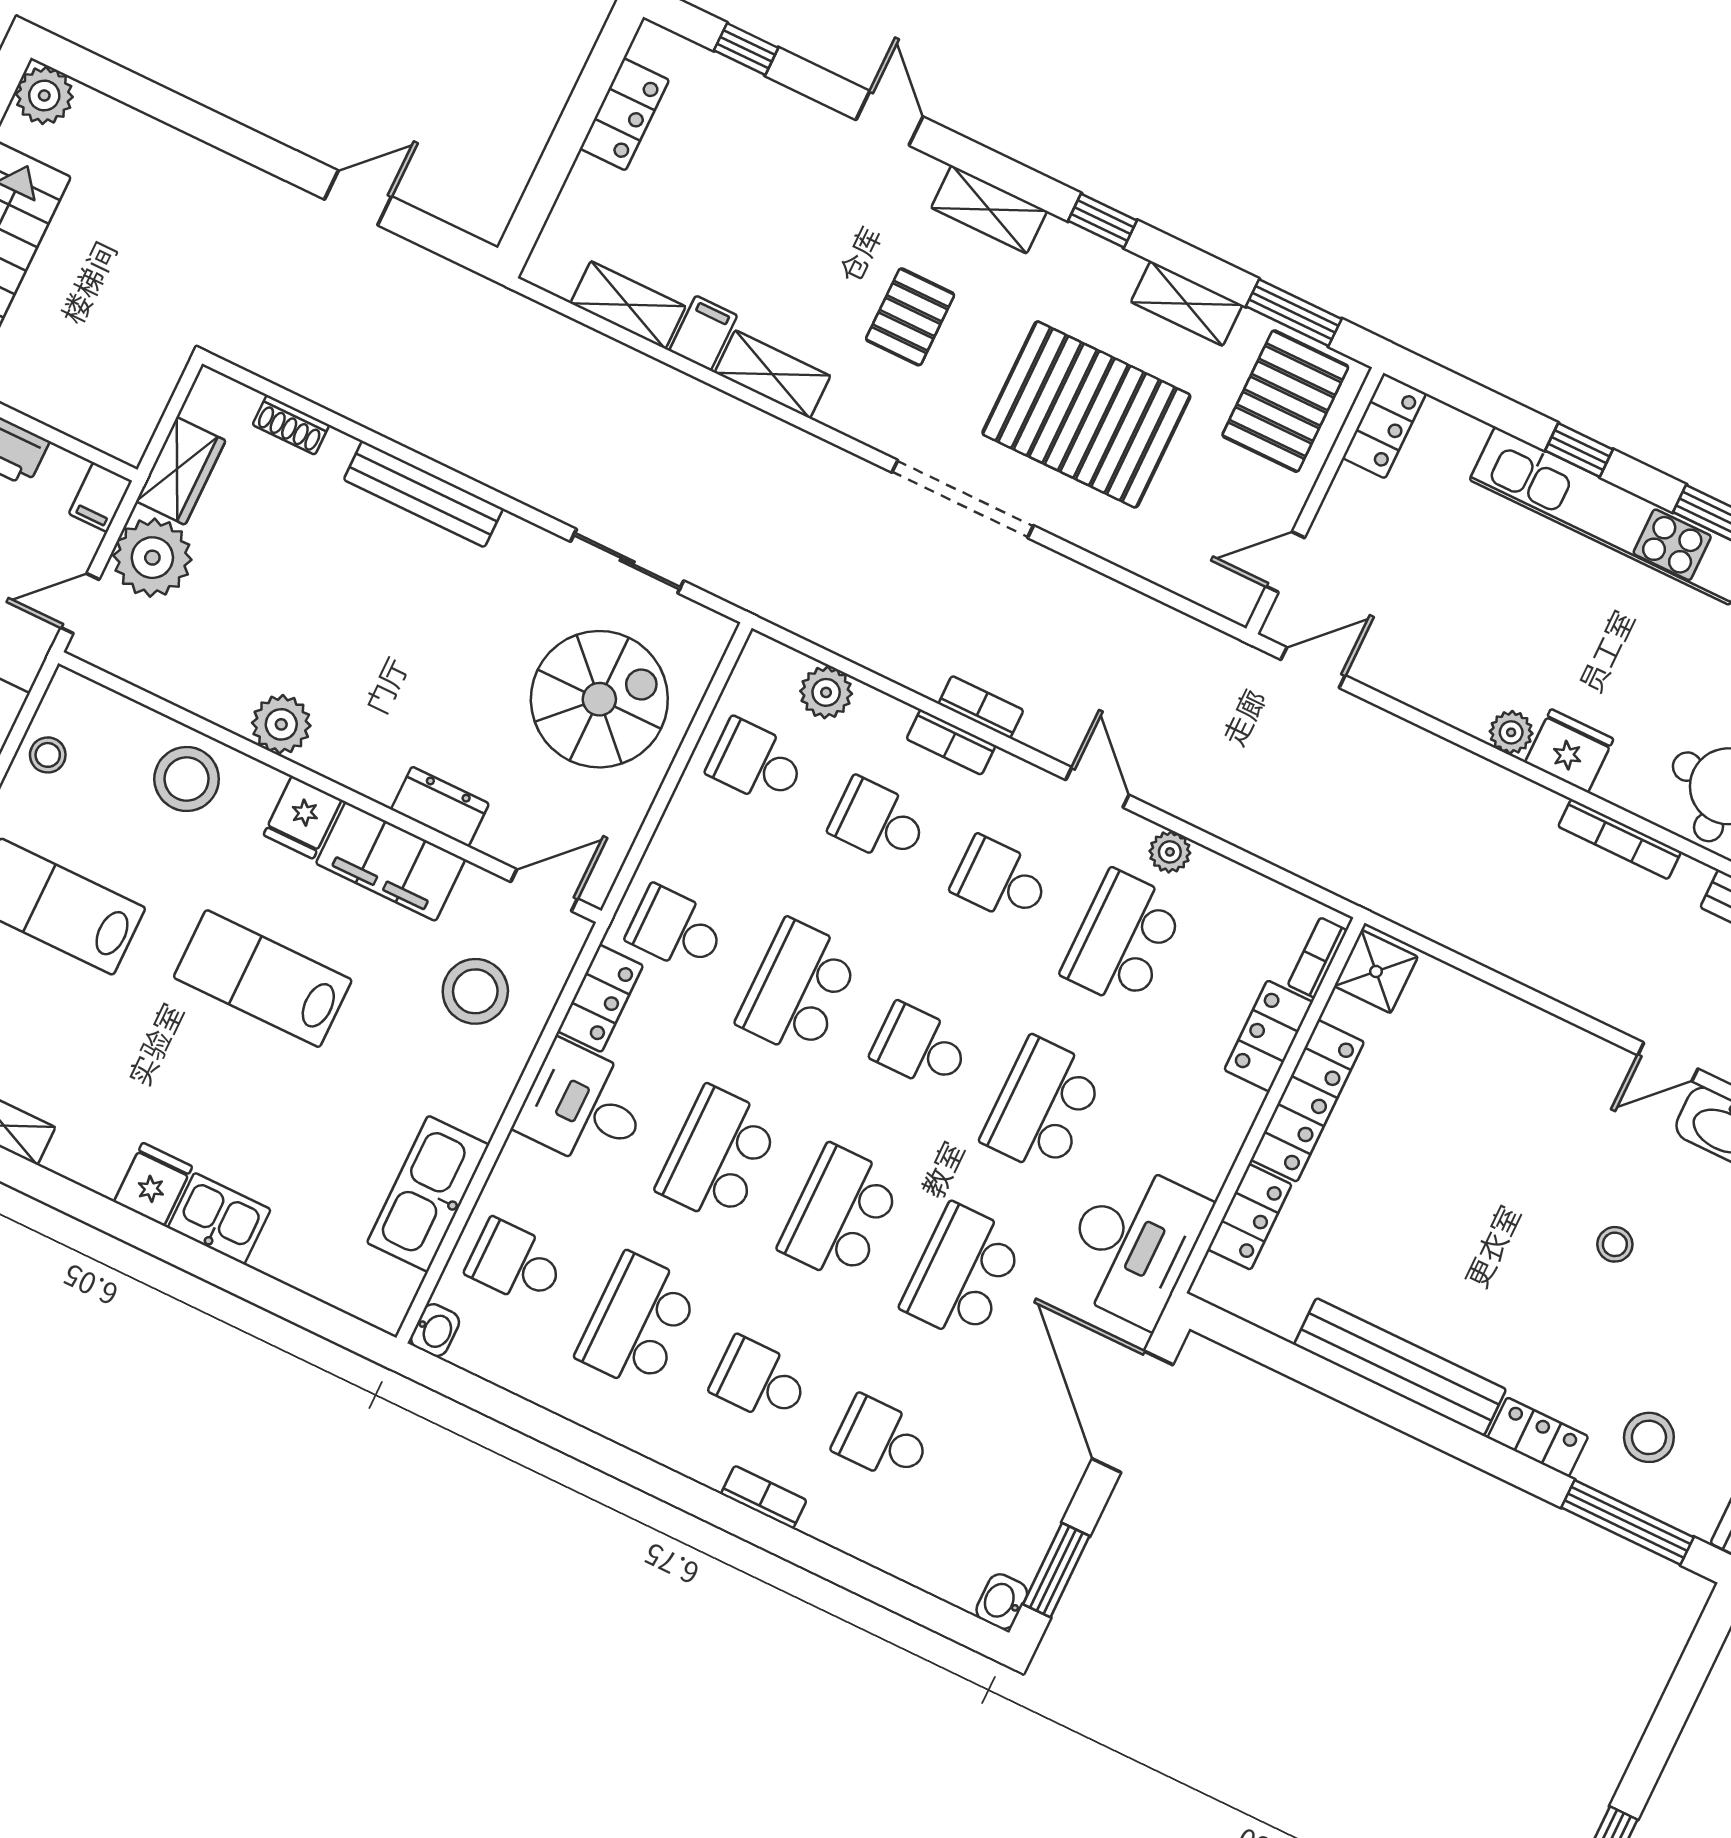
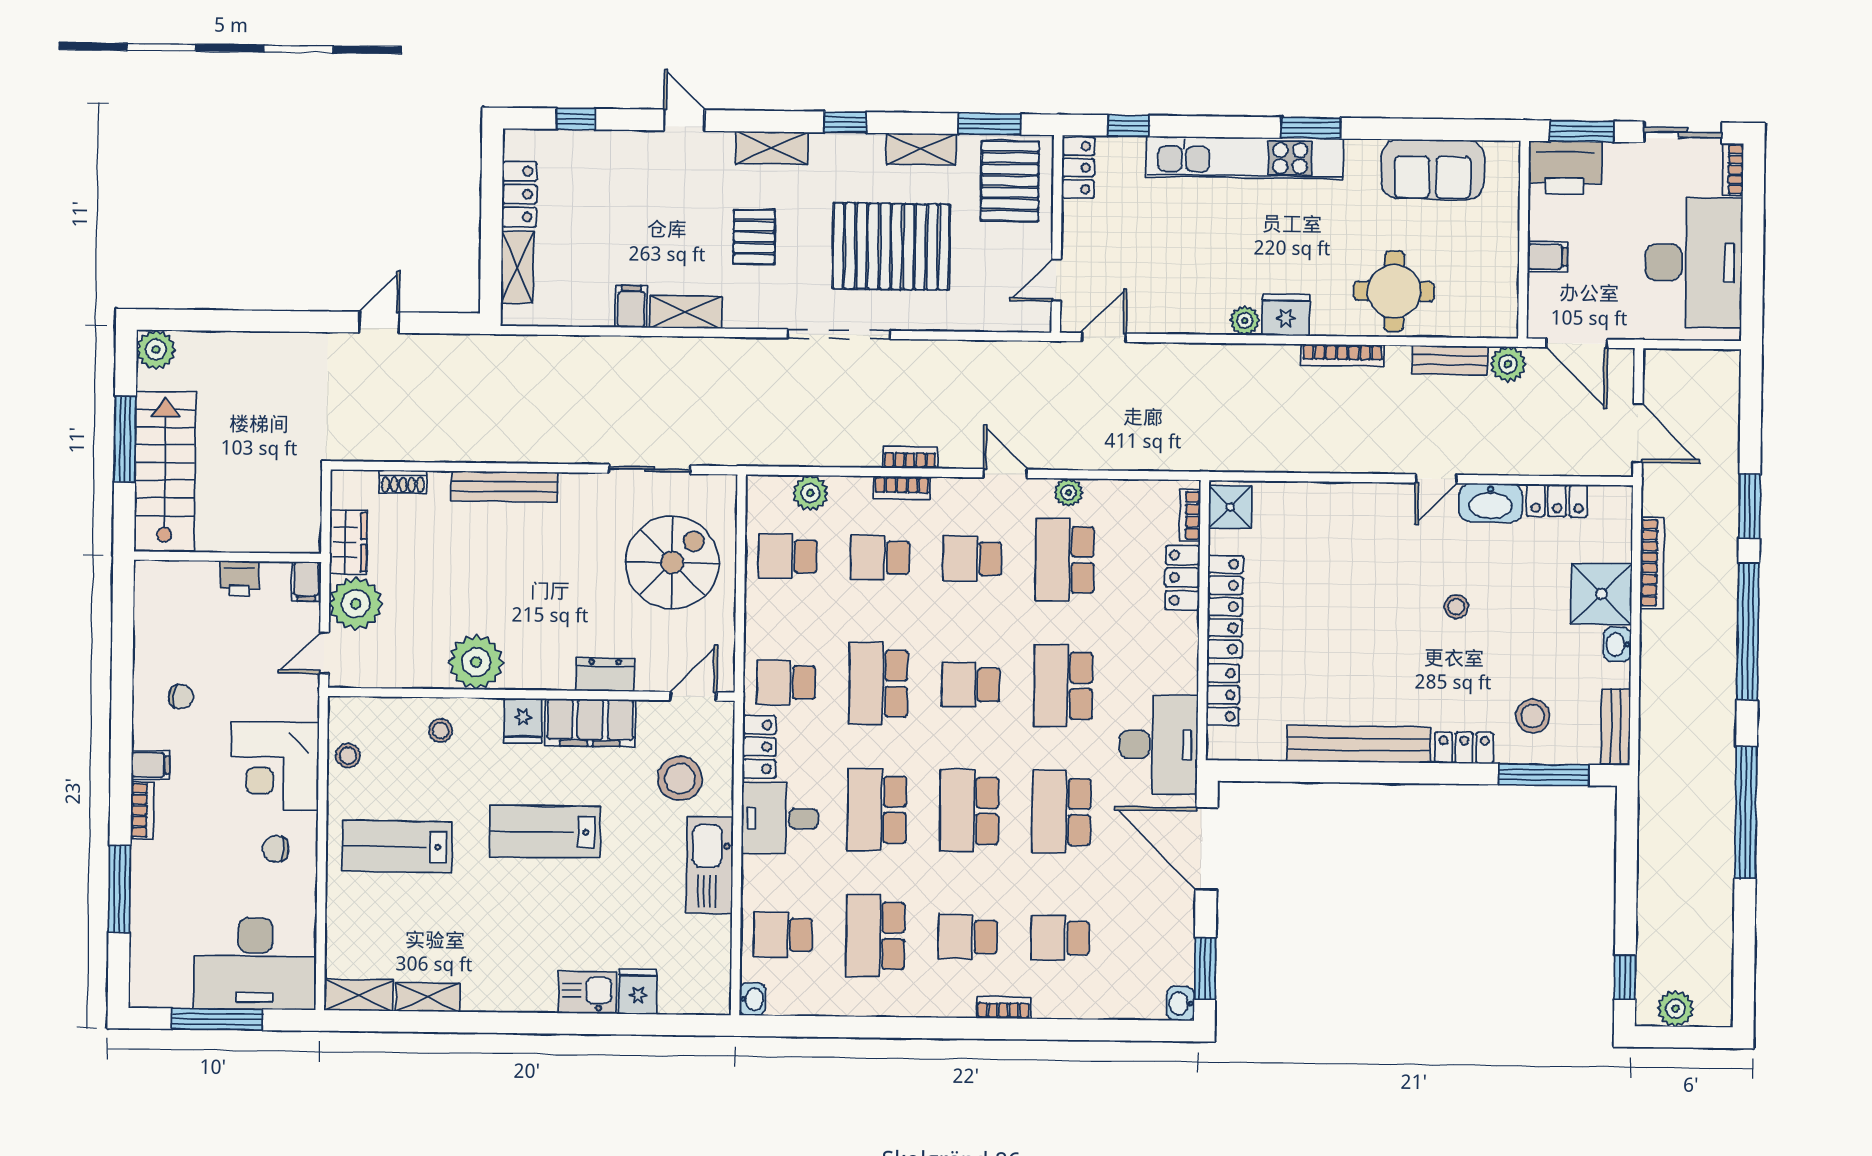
shelving: (628, 305) -> (517, 267), moved, turned 90
window: (1579, 450) -> (1128, 126), moved
plant: (281, 724) -> (476, 662), width x1.36, depth x1.36
stool: (187, 779) -> (441, 731), width x0.53, depth x0.53
fridge: (153, 1184) -> (638, 991), moved
kitchen sink: (428, 1194) -> (710, 865), moved

